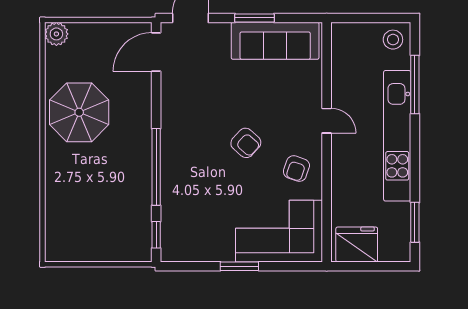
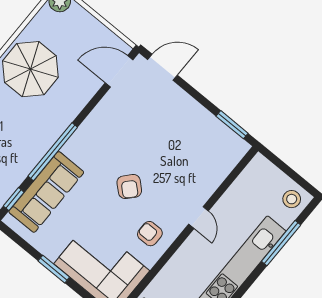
window: (254, 18) -> (232, 125), moved
sofa: (275, 41) -> (46, 192), moved, turned -90
armchair: (296, 169) -> (150, 234), turned 71

